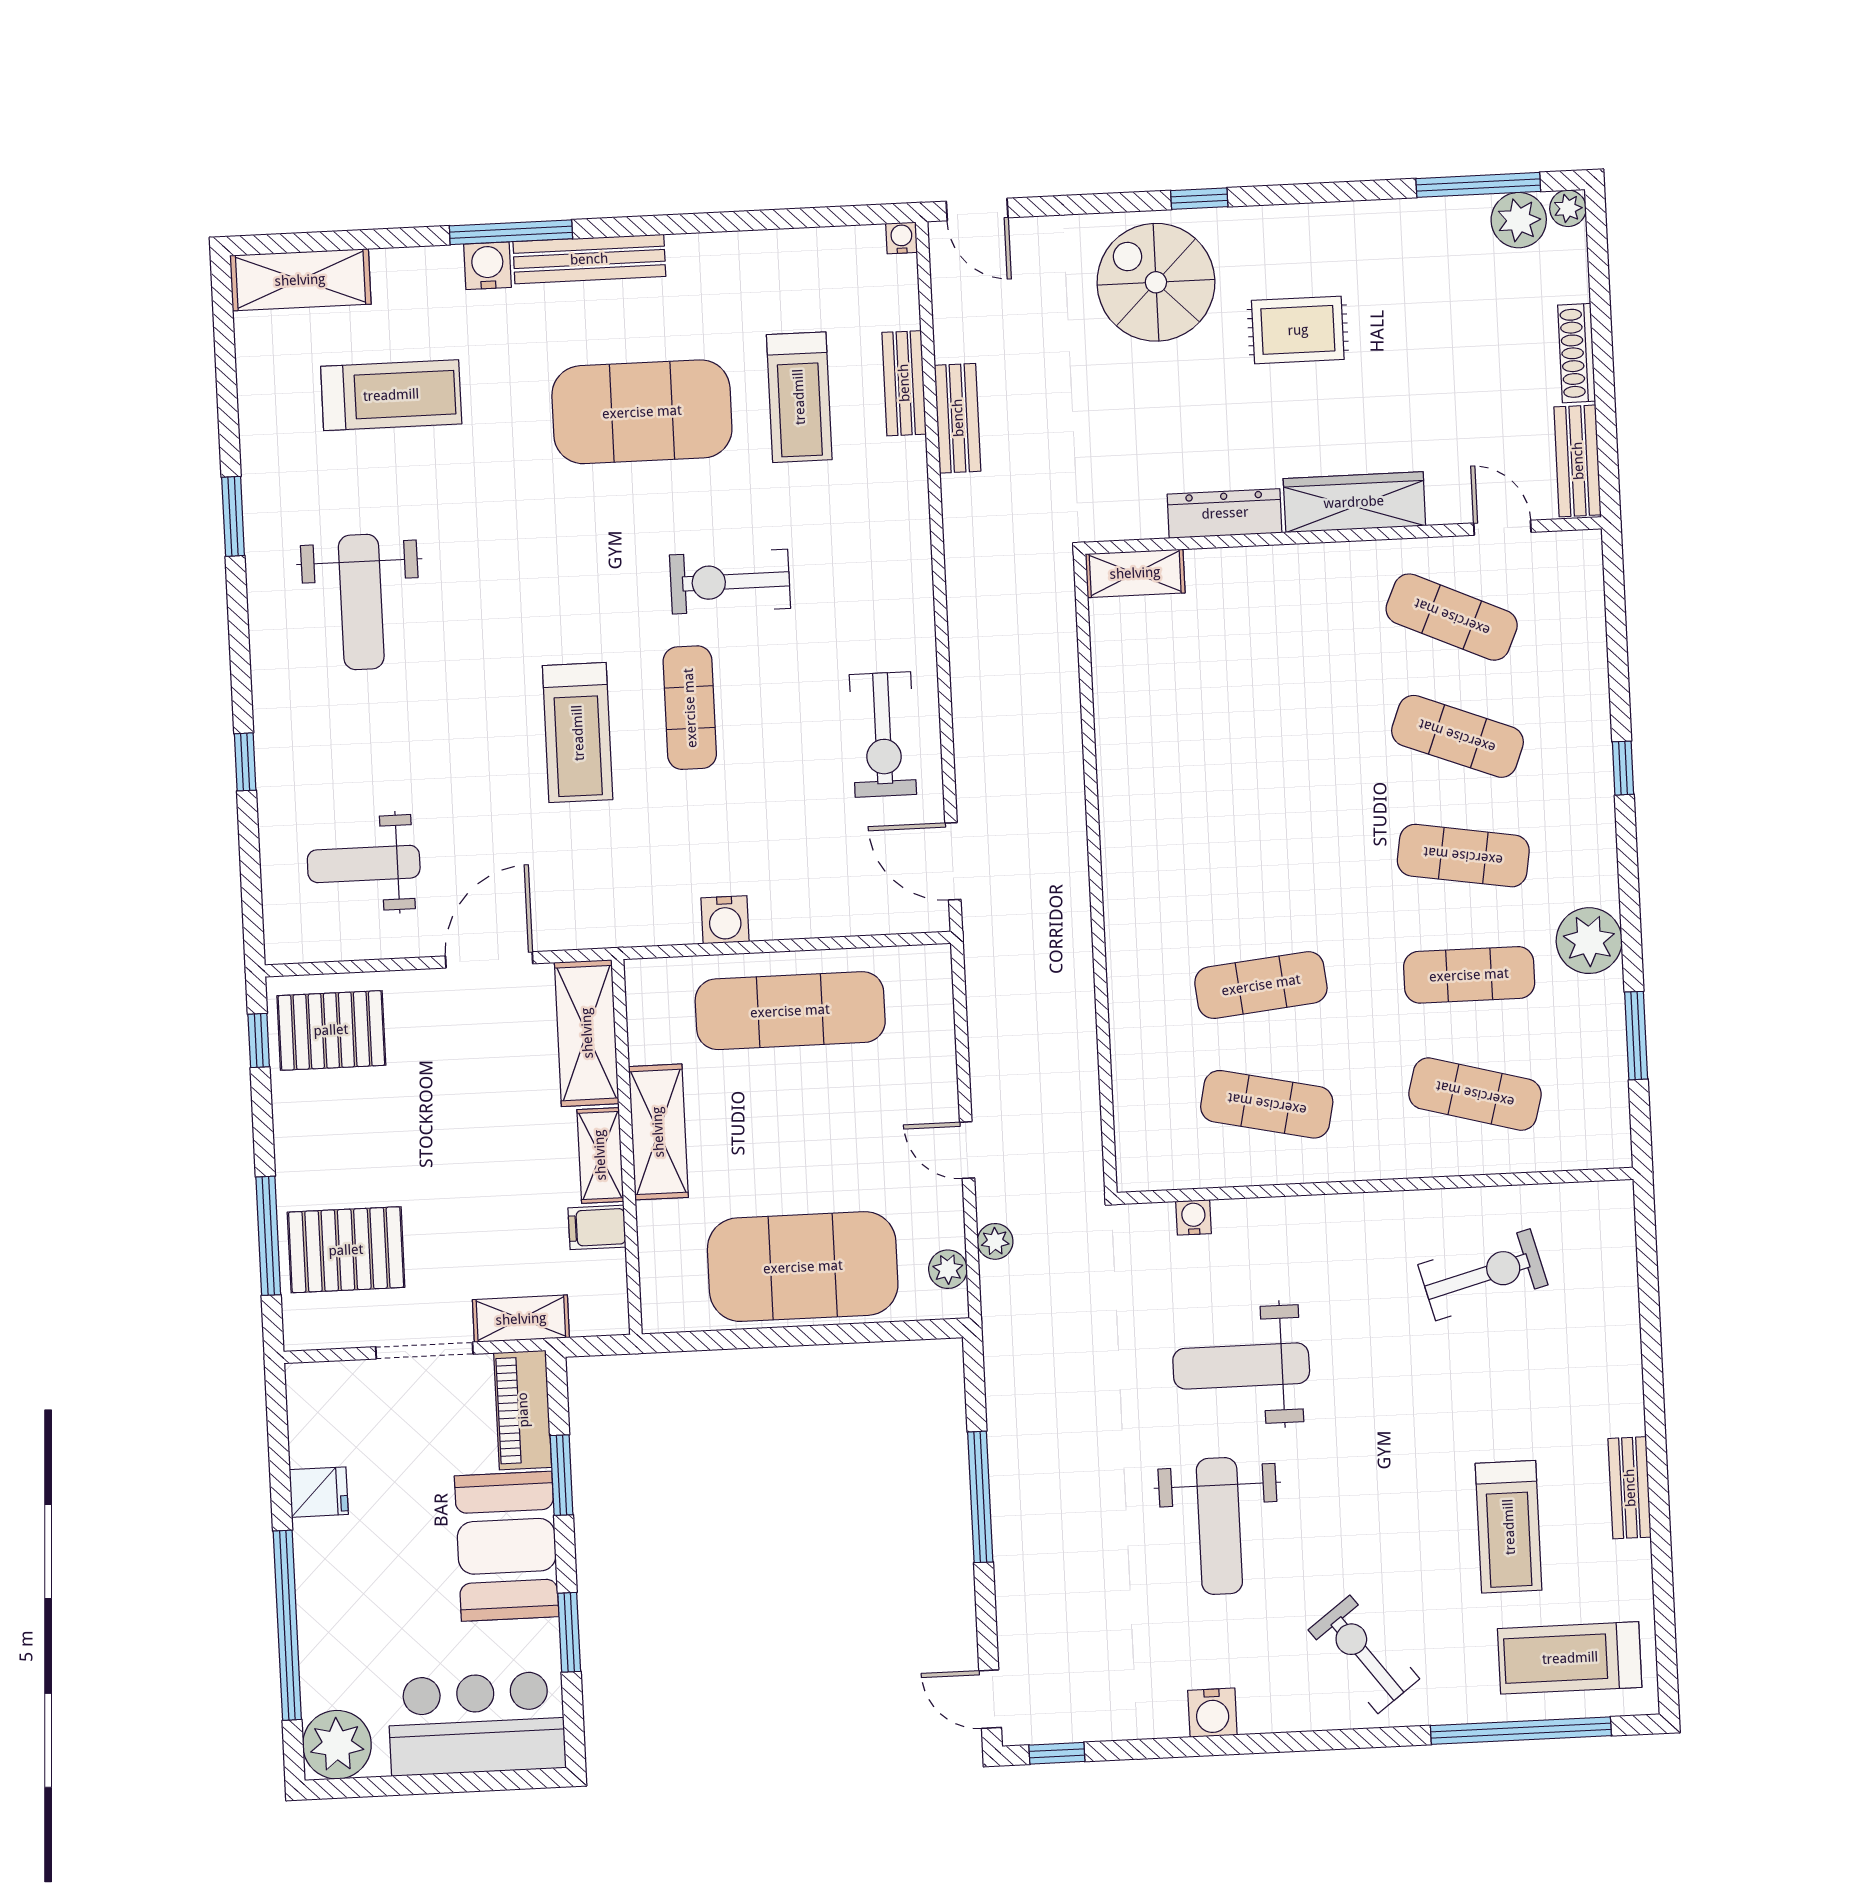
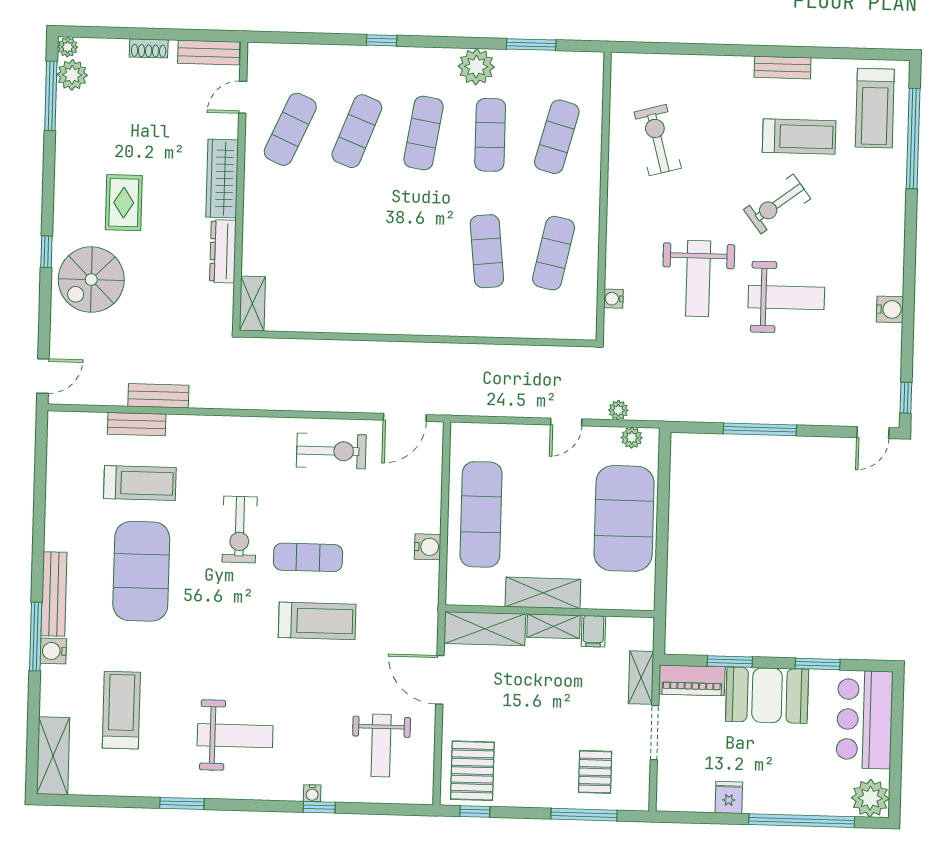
water cooler: (902, 238) -> (312, 793), moved, turned -90
shoe rack: (1577, 353) -> (149, 48), width x0.70
pallet: (346, 1250) -> (595, 772), width x0.67, depth x0.71
exercise bike: (1364, 1654) -> (777, 204), moved

